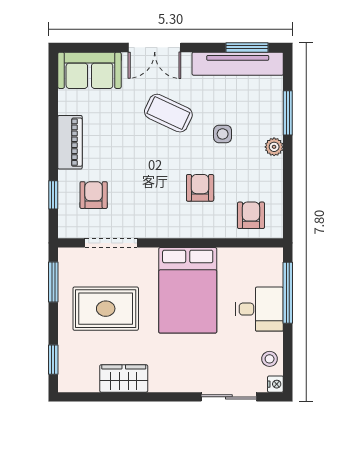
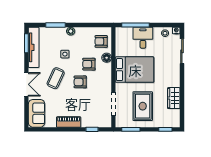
armchair: (94, 195) -> (80, 82), moved
floor lamp: (214, 228) -> (107, 58), added

